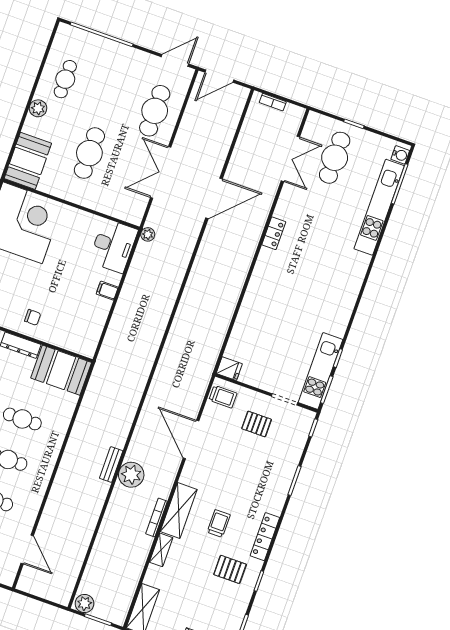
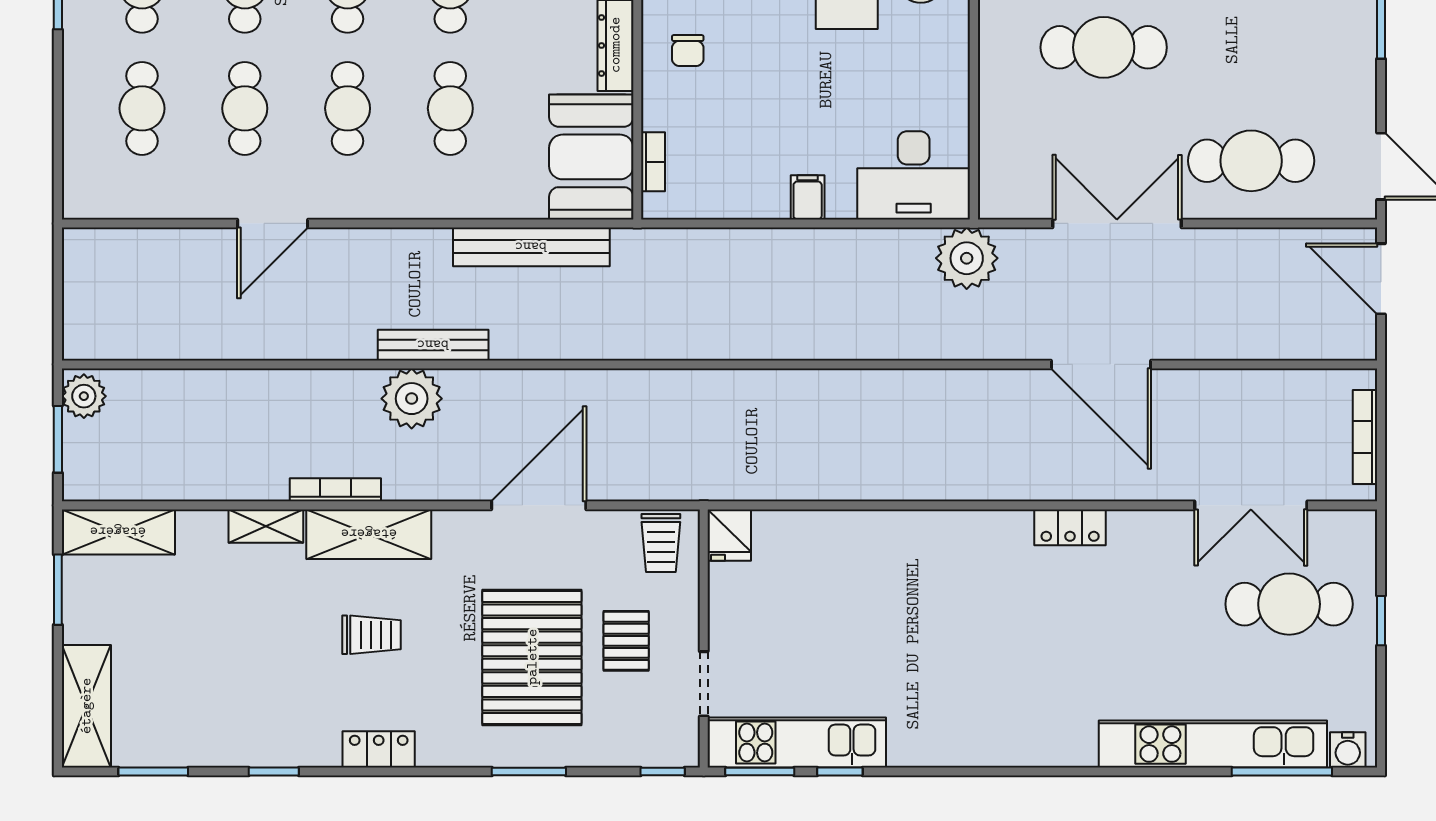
bookcase: (273, 102) -> (1365, 437), width x1.56
plant: (148, 234) -> (967, 258), width x1.88, depth x1.88
bookcase: (72, 347) -> (653, 162), added
bench: (88, 406) -> (531, 247), added
bench: (111, 465) -> (433, 345), width x1.36
locker: (265, 537) -> (379, 749), width x0.66
door: (27, 550) -> (273, 223), moved
pallet: (230, 569) -> (532, 657), moved, width x2.05, depth x2.00

